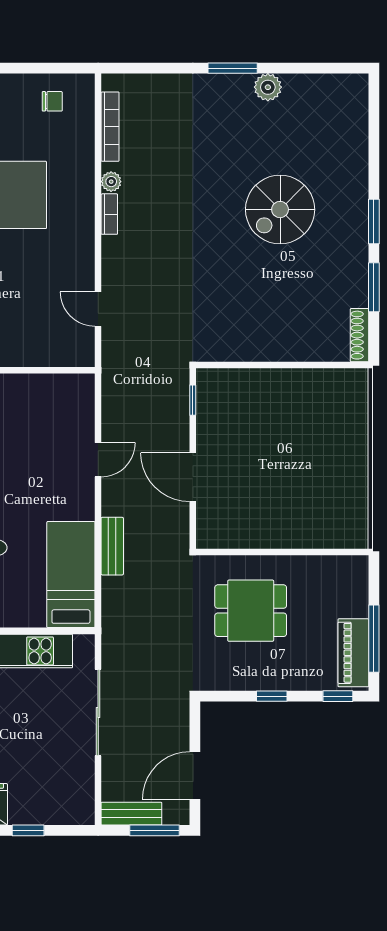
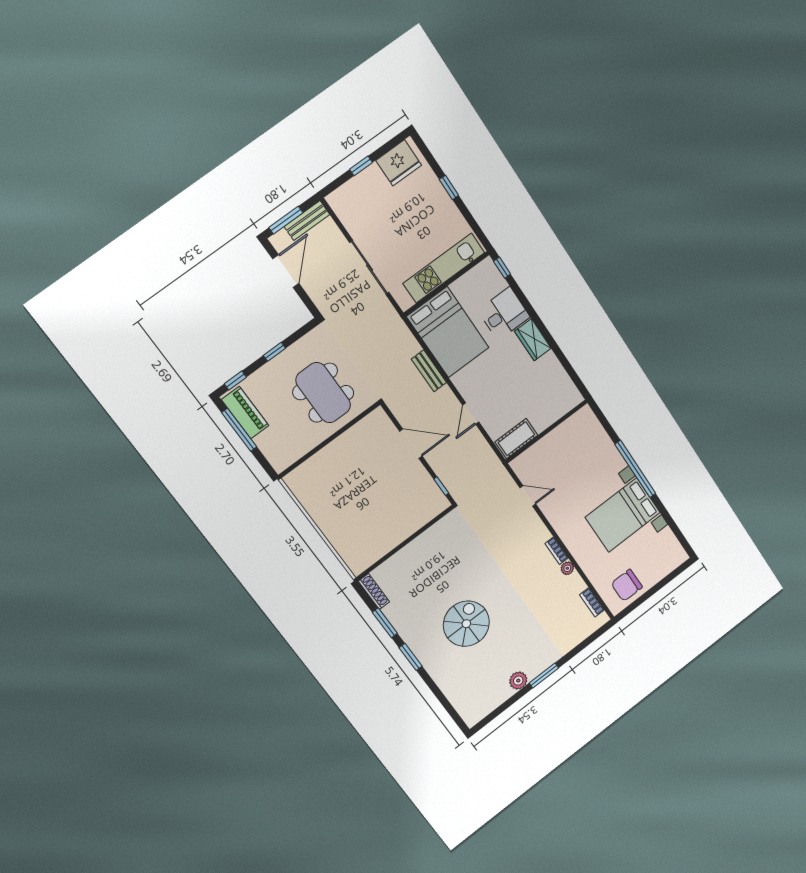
chair: (52, 101) -> (627, 585), width x1.87, depth x1.87
bookcase: (110, 127) -> (592, 602), width x0.64
cot: (64, 389) -> (516, 439), added
bed: (71, 575) -> (448, 332), width x1.50
dining table: (251, 611) -> (323, 393), width x1.38

